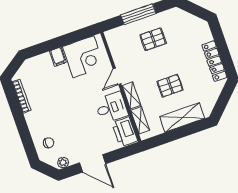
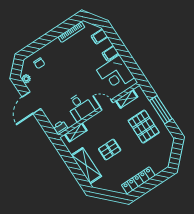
pallet: (153, 39) -> (144, 127), width x1.50, depth x1.42
filing cabinet: (35, 65) -> (99, 36), added
pallet: (170, 86) -> (110, 150), turned 90
shelving: (131, 96) -> (127, 99), moved
printer: (125, 132) -> (61, 127), width x0.53, depth x0.68

